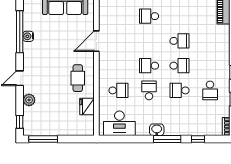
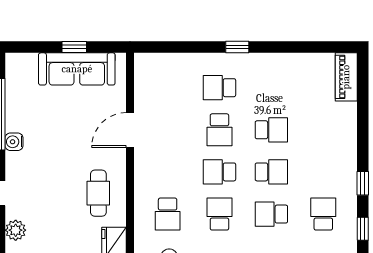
water cooler: (28, 36) -> (14, 142), moved
school desk: (149, 41) -> (219, 130), added
school desk: (118, 90) -> (168, 214), turned 90
school desk: (210, 90) -> (323, 214), turned 180

